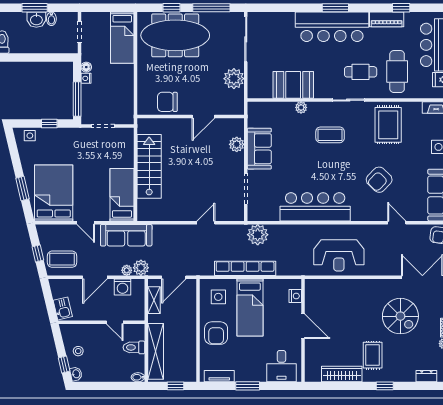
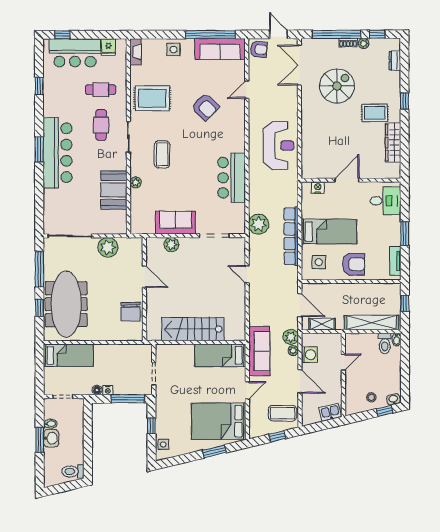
piano: (387, 19) -> (50, 100), removed
cafe table: (397, 72) -> (101, 90), width x0.73, depth x0.74
bar counter: (315, 207) -> (232, 178), width x0.73
coffee table: (62, 259) -> (283, 413), turned 90
toilet: (134, 347) -> (385, 343), moved

